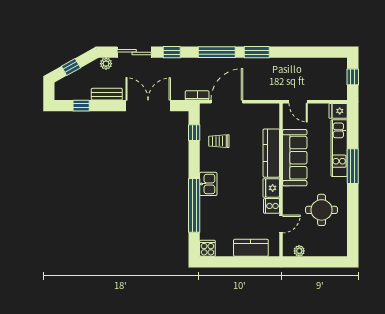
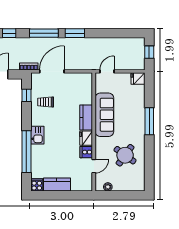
door: (298, 102) -> (107, 71), swing flipped
kitchen unit: (339, 148) -> (139, 107), removed
kitchen counter: (271, 153) -> (86, 117), width x0.67
round table: (322, 210) -> (125, 155), turned 36
kitchen counter: (251, 248) -> (57, 184), moved

